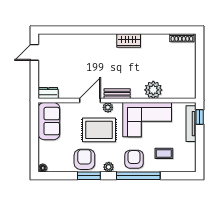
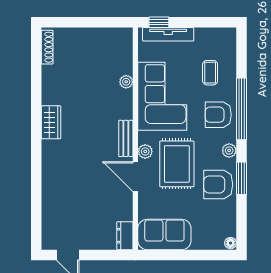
plant: (153, 90) -> (126, 82), width x0.53, depth x0.53

